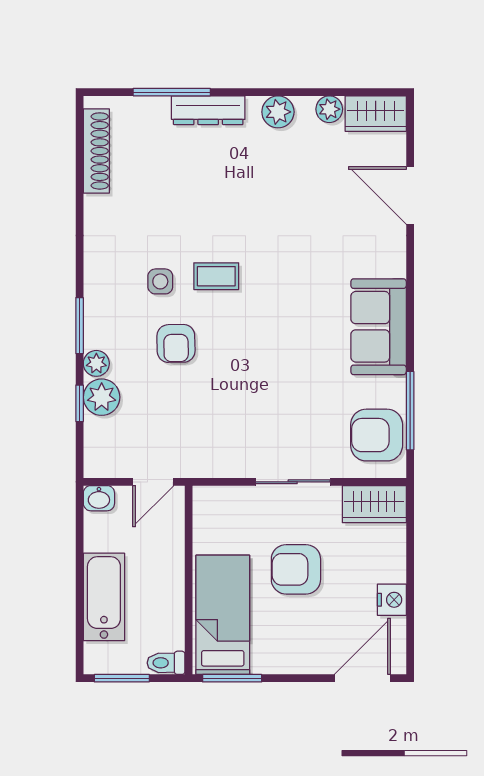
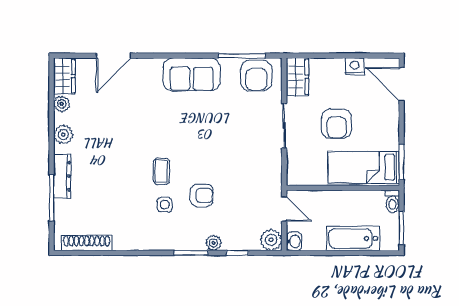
plant: (102, 397) -> (271, 240), moved

